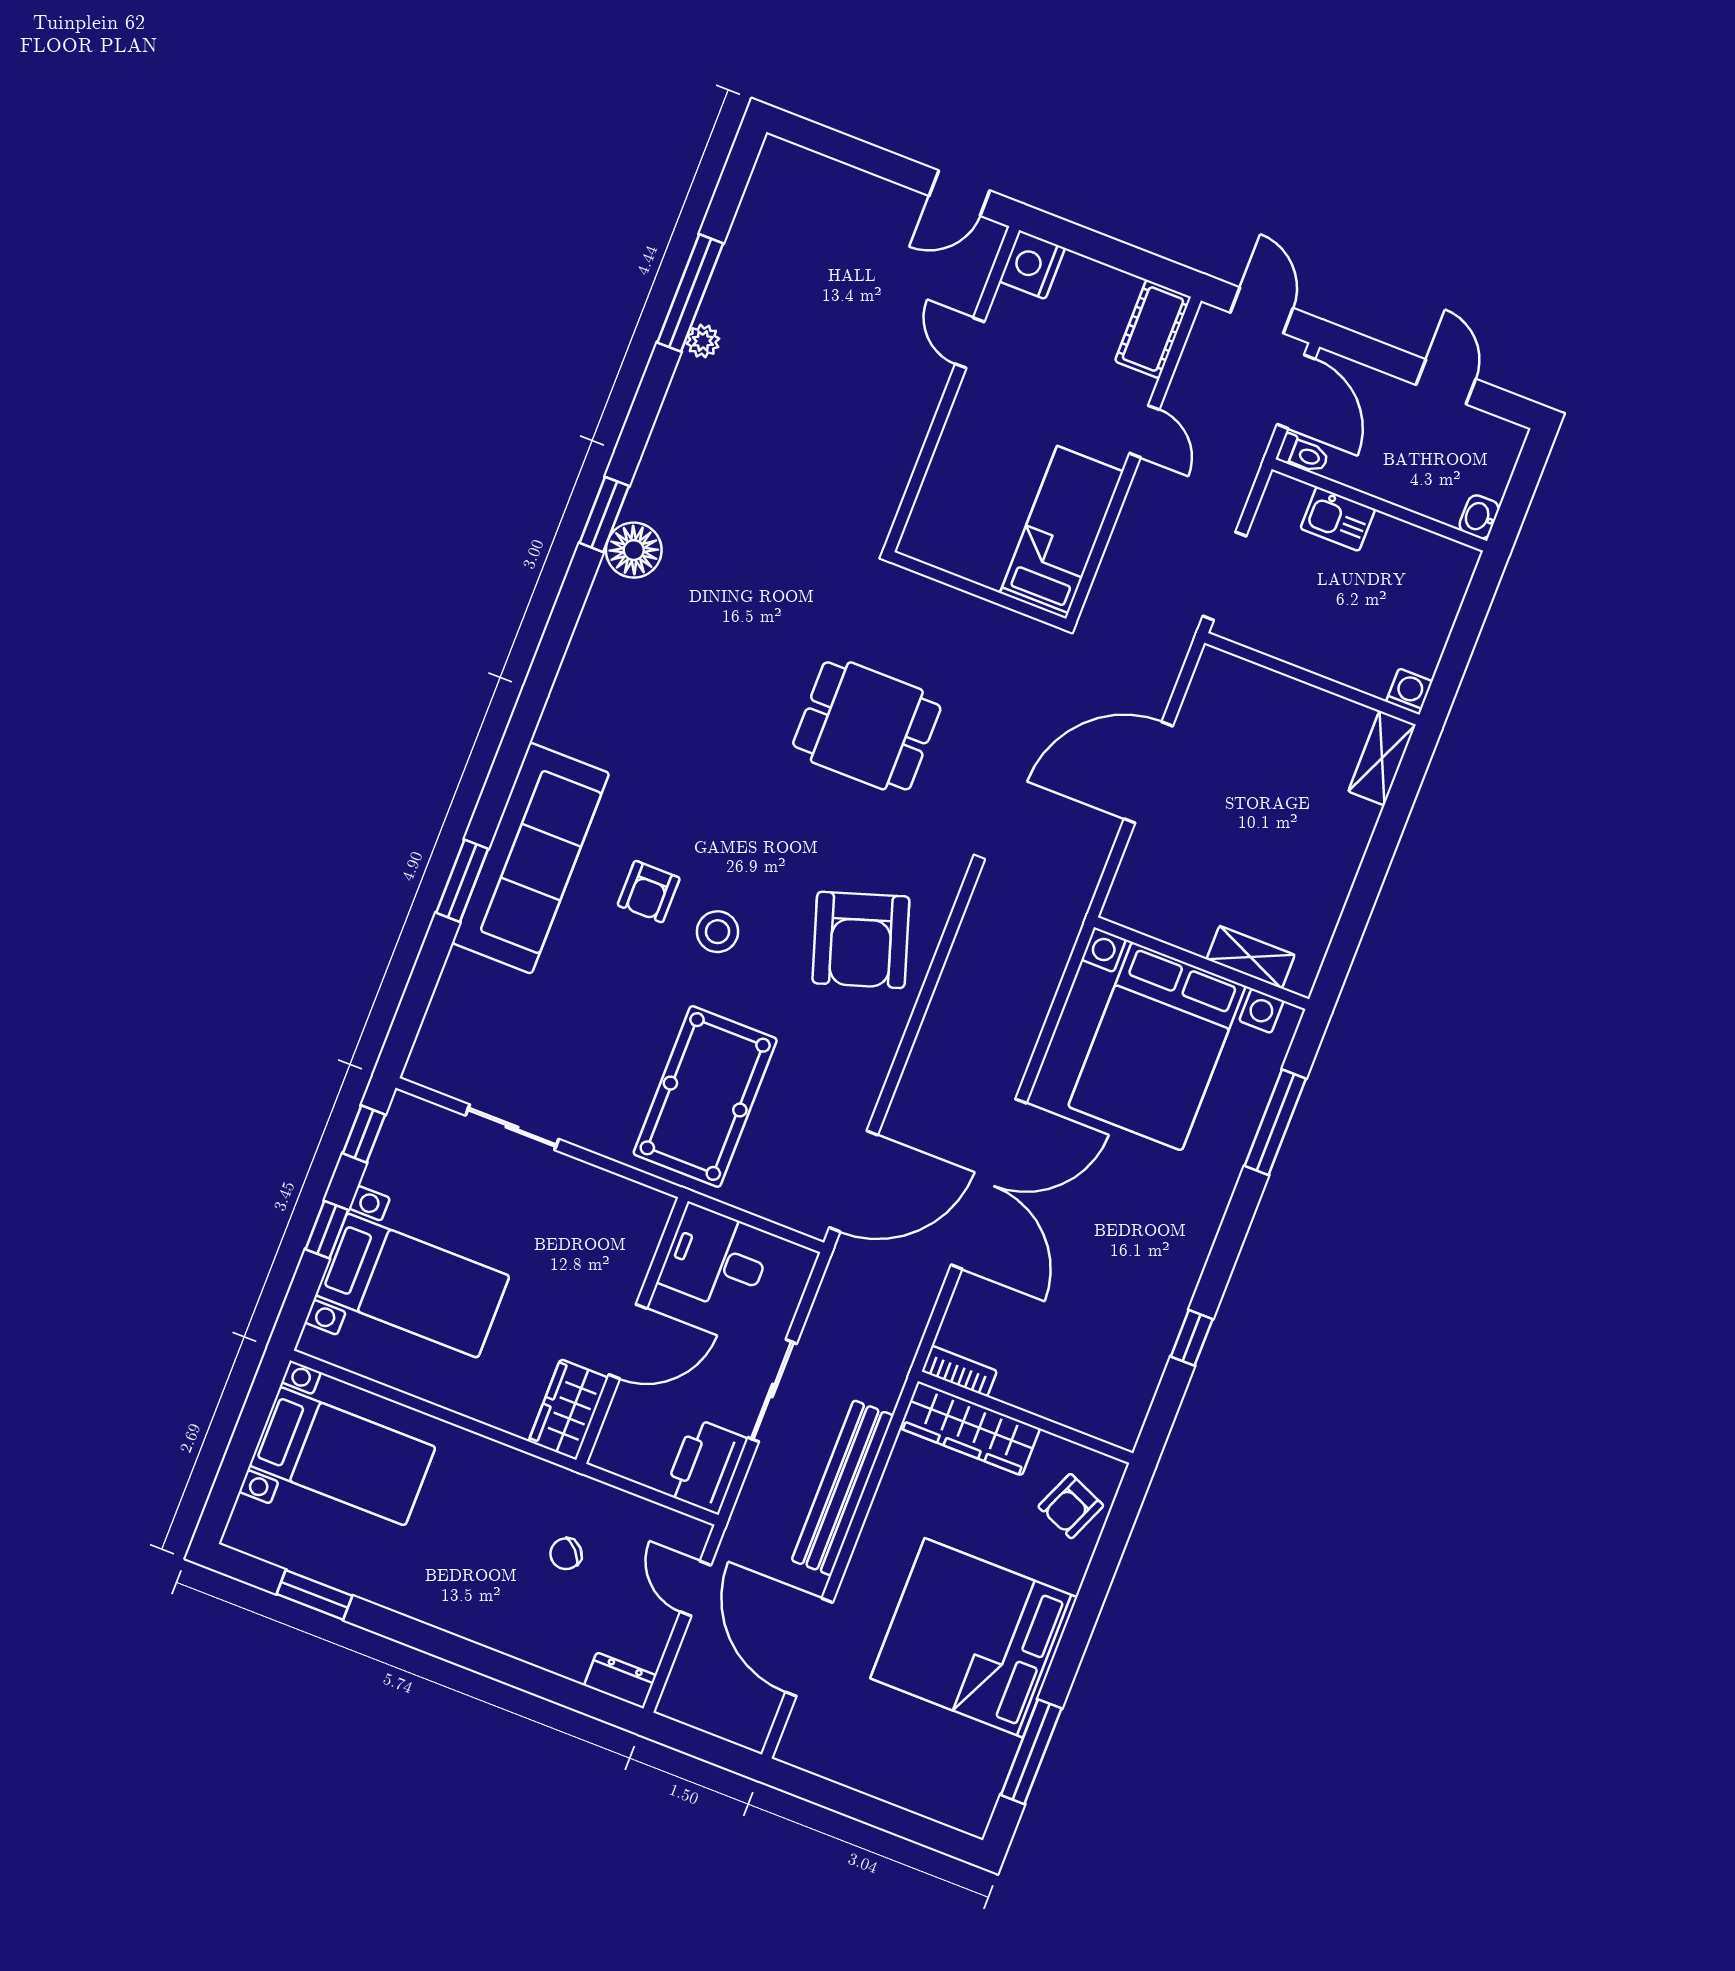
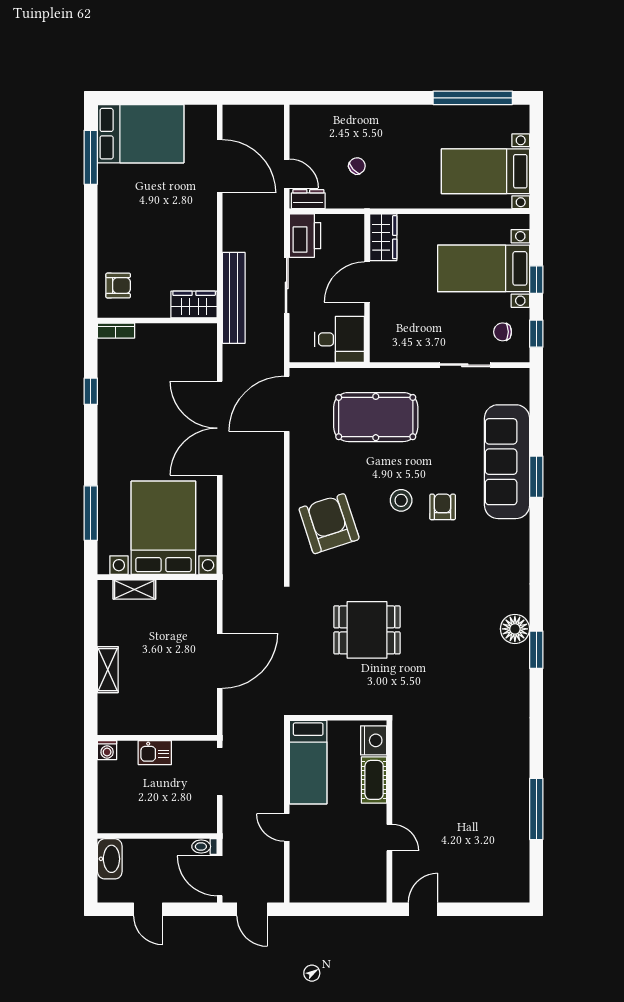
nightstand: (1032, 265) -> (374, 740), moved
cot: (1153, 329) -> (374, 780), moved
plant: (703, 341) -> (521, 788), removed
window: (604, 514) -> (536, 650), moved
washbasin: (1479, 517) -> (110, 859), width x1.91, depth x1.45
kitchen sink: (1338, 519) -> (155, 753), moved, turned 180
floor lamp: (634, 550) -> (515, 629), moved
shelving: (1382, 758) -> (108, 670), moved
sofa: (531, 858) -> (507, 462), moved
pool table: (705, 1097) -> (376, 417), turned 90
chair: (422, 1160) -> (503, 332), added
bookcase: (959, 1371) -> (116, 331), moved
wardrobe: (970, 1428) -> (194, 304), width x0.67
bench: (842, 1488) -> (234, 298), moved
armchair: (1071, 1506) -> (118, 286), turned 67
window: (314, 1595) -> (473, 98), width x2.11
bed: (974, 1638) -> (141, 134), moved, width x0.73
dresser: (620, 1680) -> (308, 199), moved, turned 180

